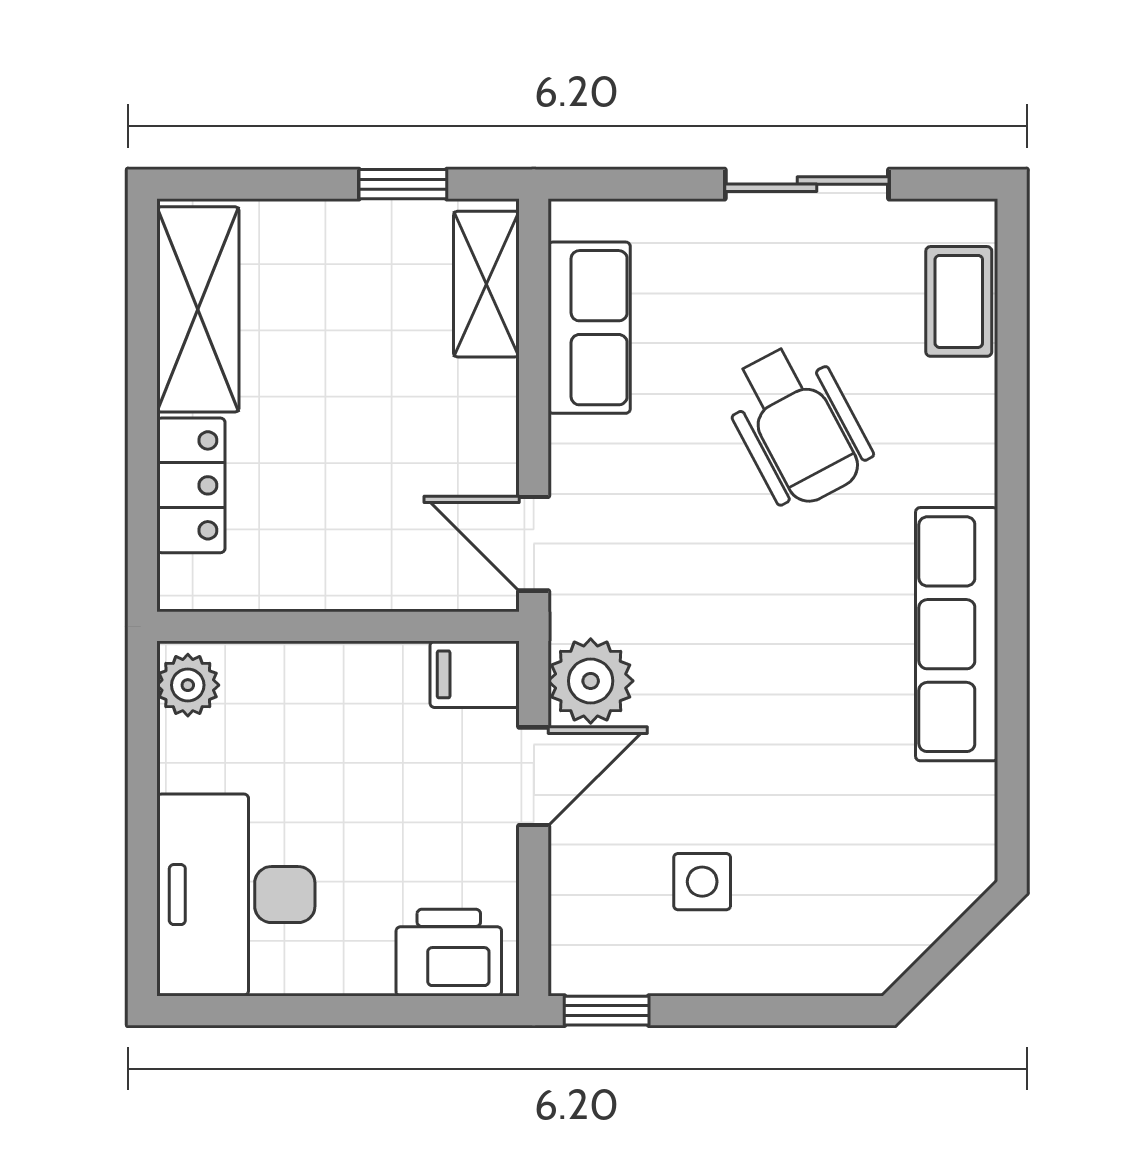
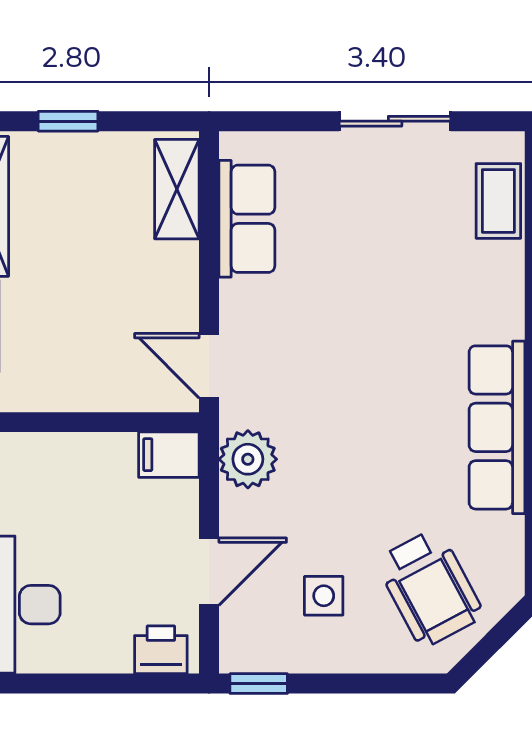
window: (403, 184) -> (68, 121), moved
wheelchair: (797, 425) -> (430, 588), moved
door: (534, 776) -> (209, 572), moved
printer: (449, 953) -> (161, 650), width x0.73, depth x0.81

